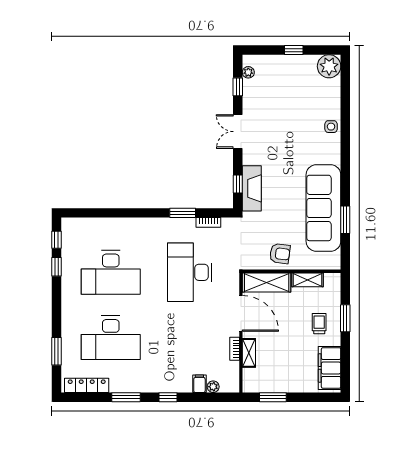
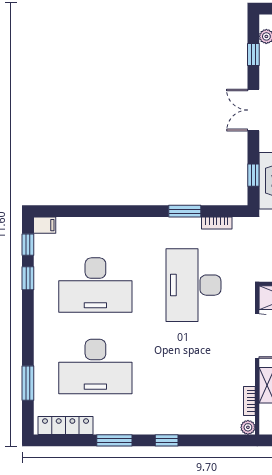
bookcase: (235, 349) -> (249, 401), moved
filing cabinet: (199, 384) -> (45, 225), moved, turned 90
plant: (213, 387) -> (248, 427), moved

